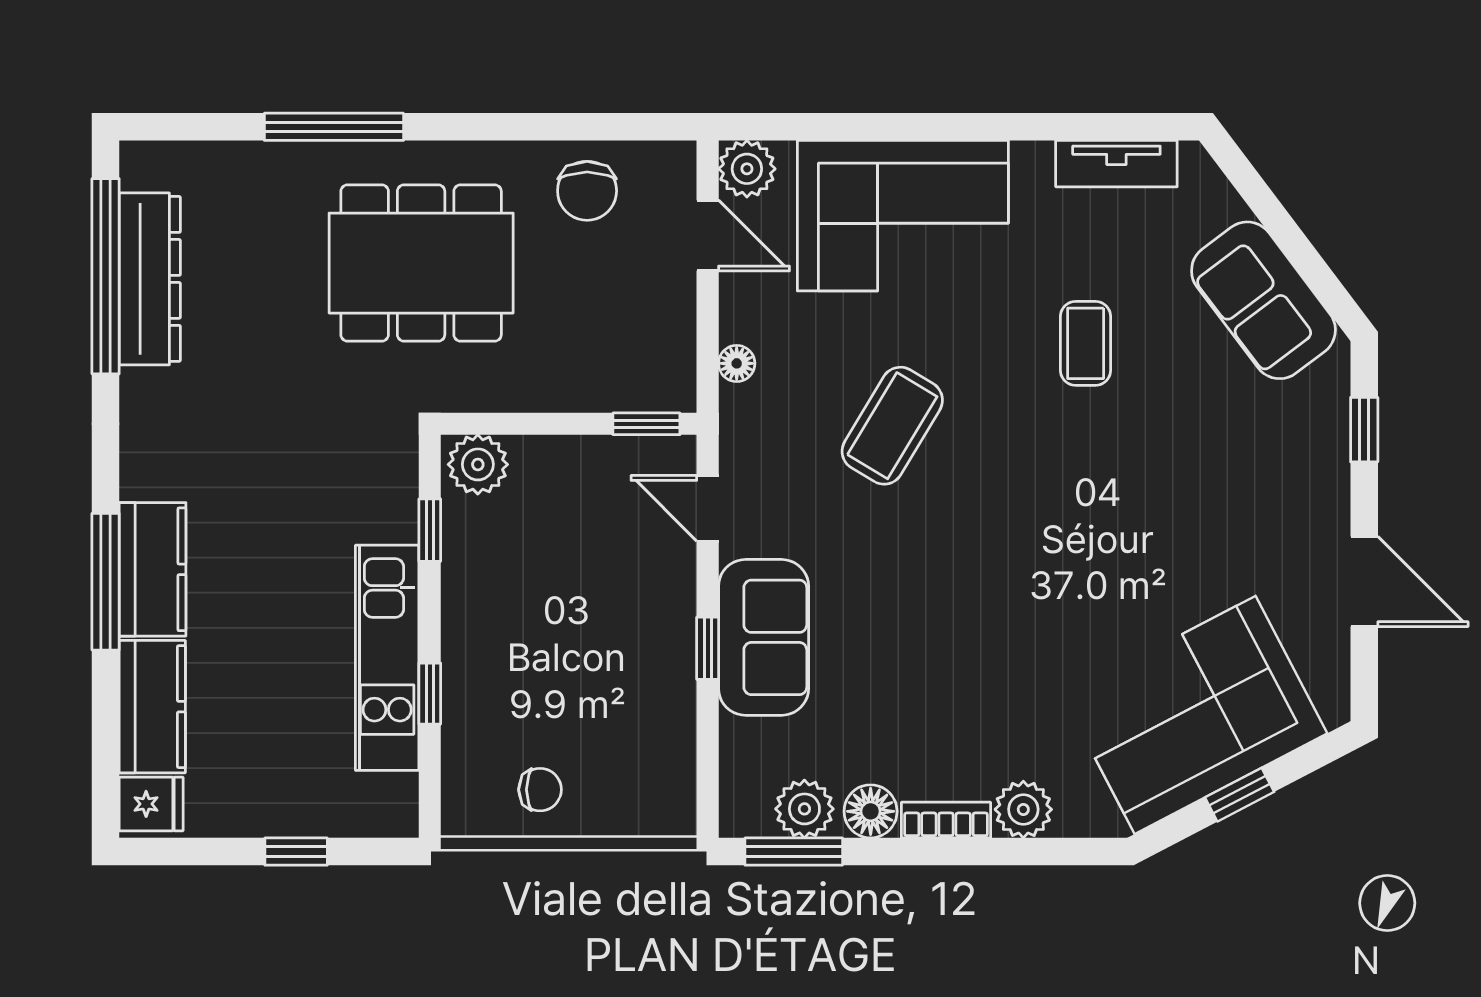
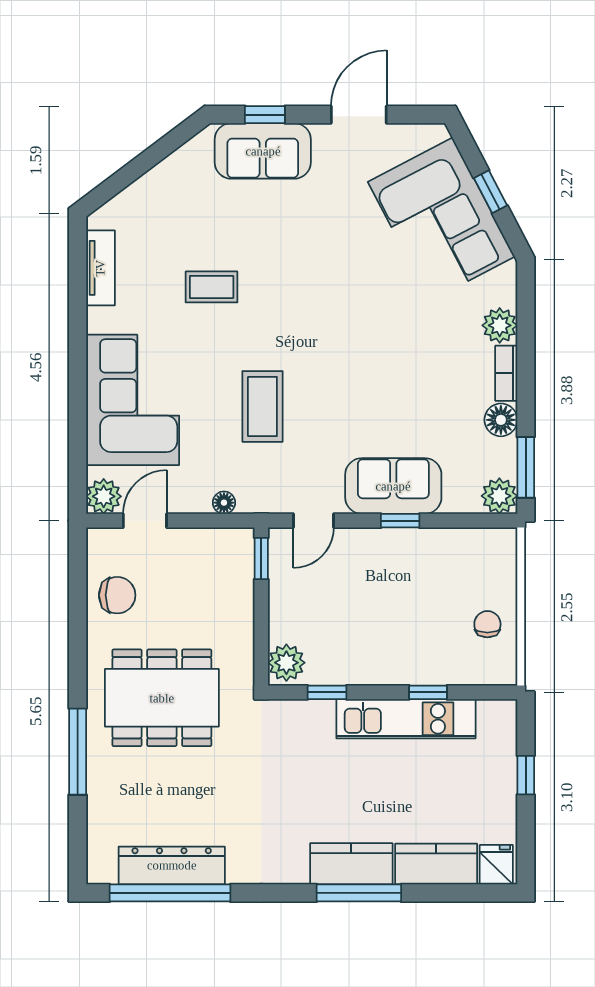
dining table: (421, 263) -> (162, 698), turned 90
sofa: (1263, 300) -> (263, 151), moved, turned 37
coffee table: (892, 426) -> (262, 406), turned 59
plant: (804, 809) -> (499, 496), moved

